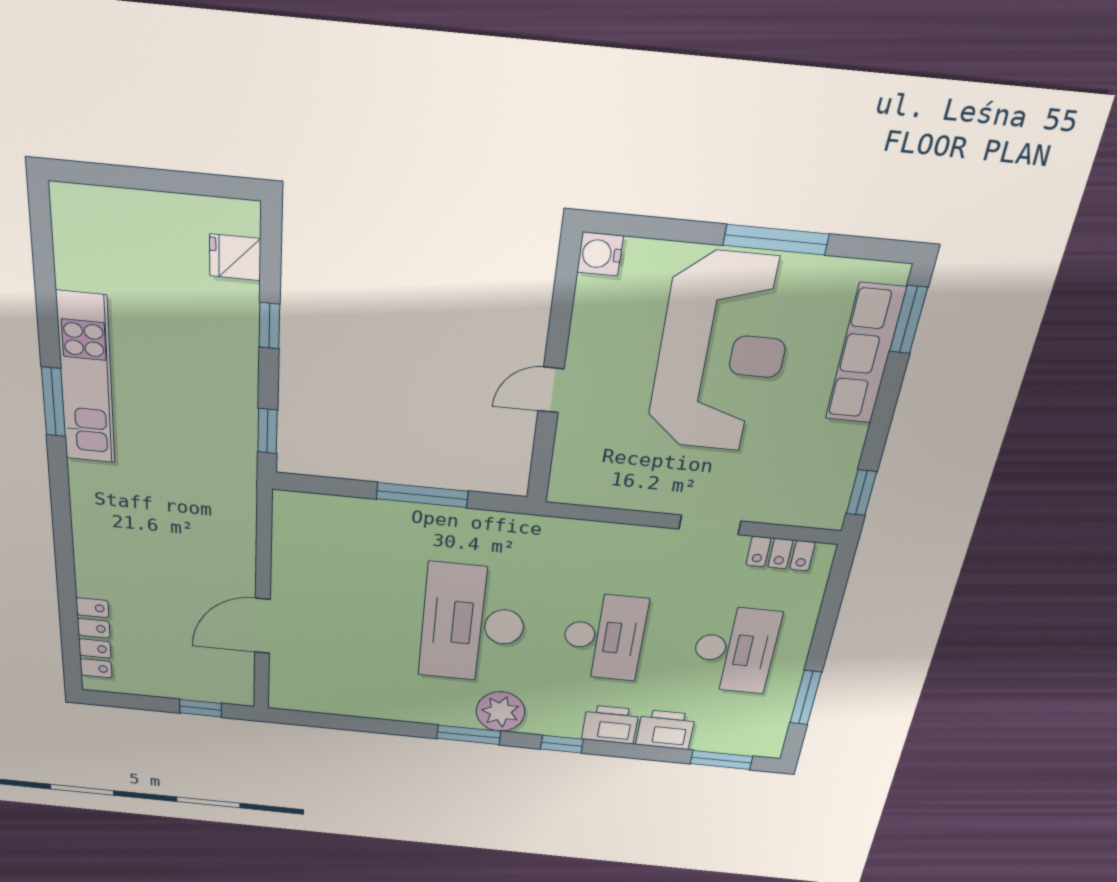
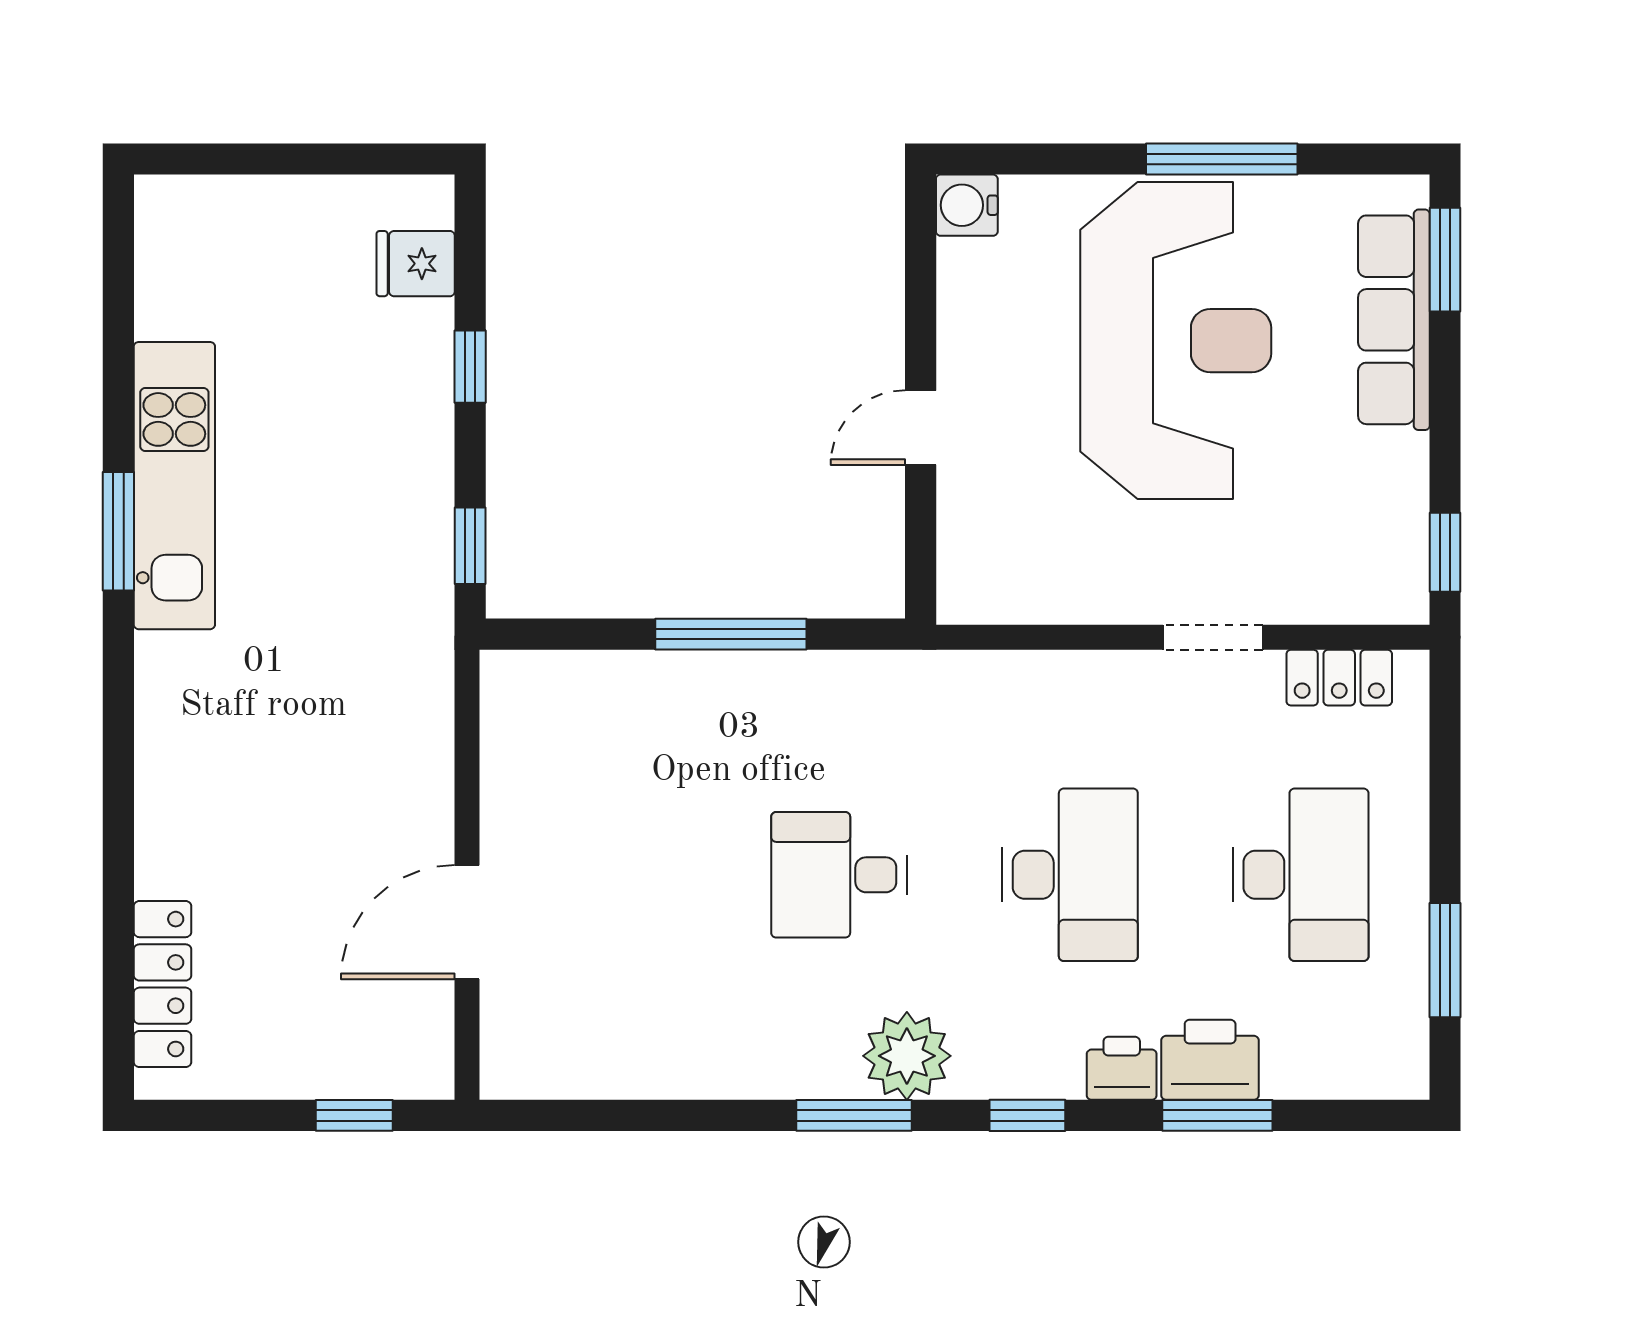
desk: (473, 624) -> (839, 875), width x0.53, depth x0.77
printer: (610, 725) -> (1122, 1068), width x0.73, depth x0.81
window: (721, 760) -> (1217, 1115), moved

